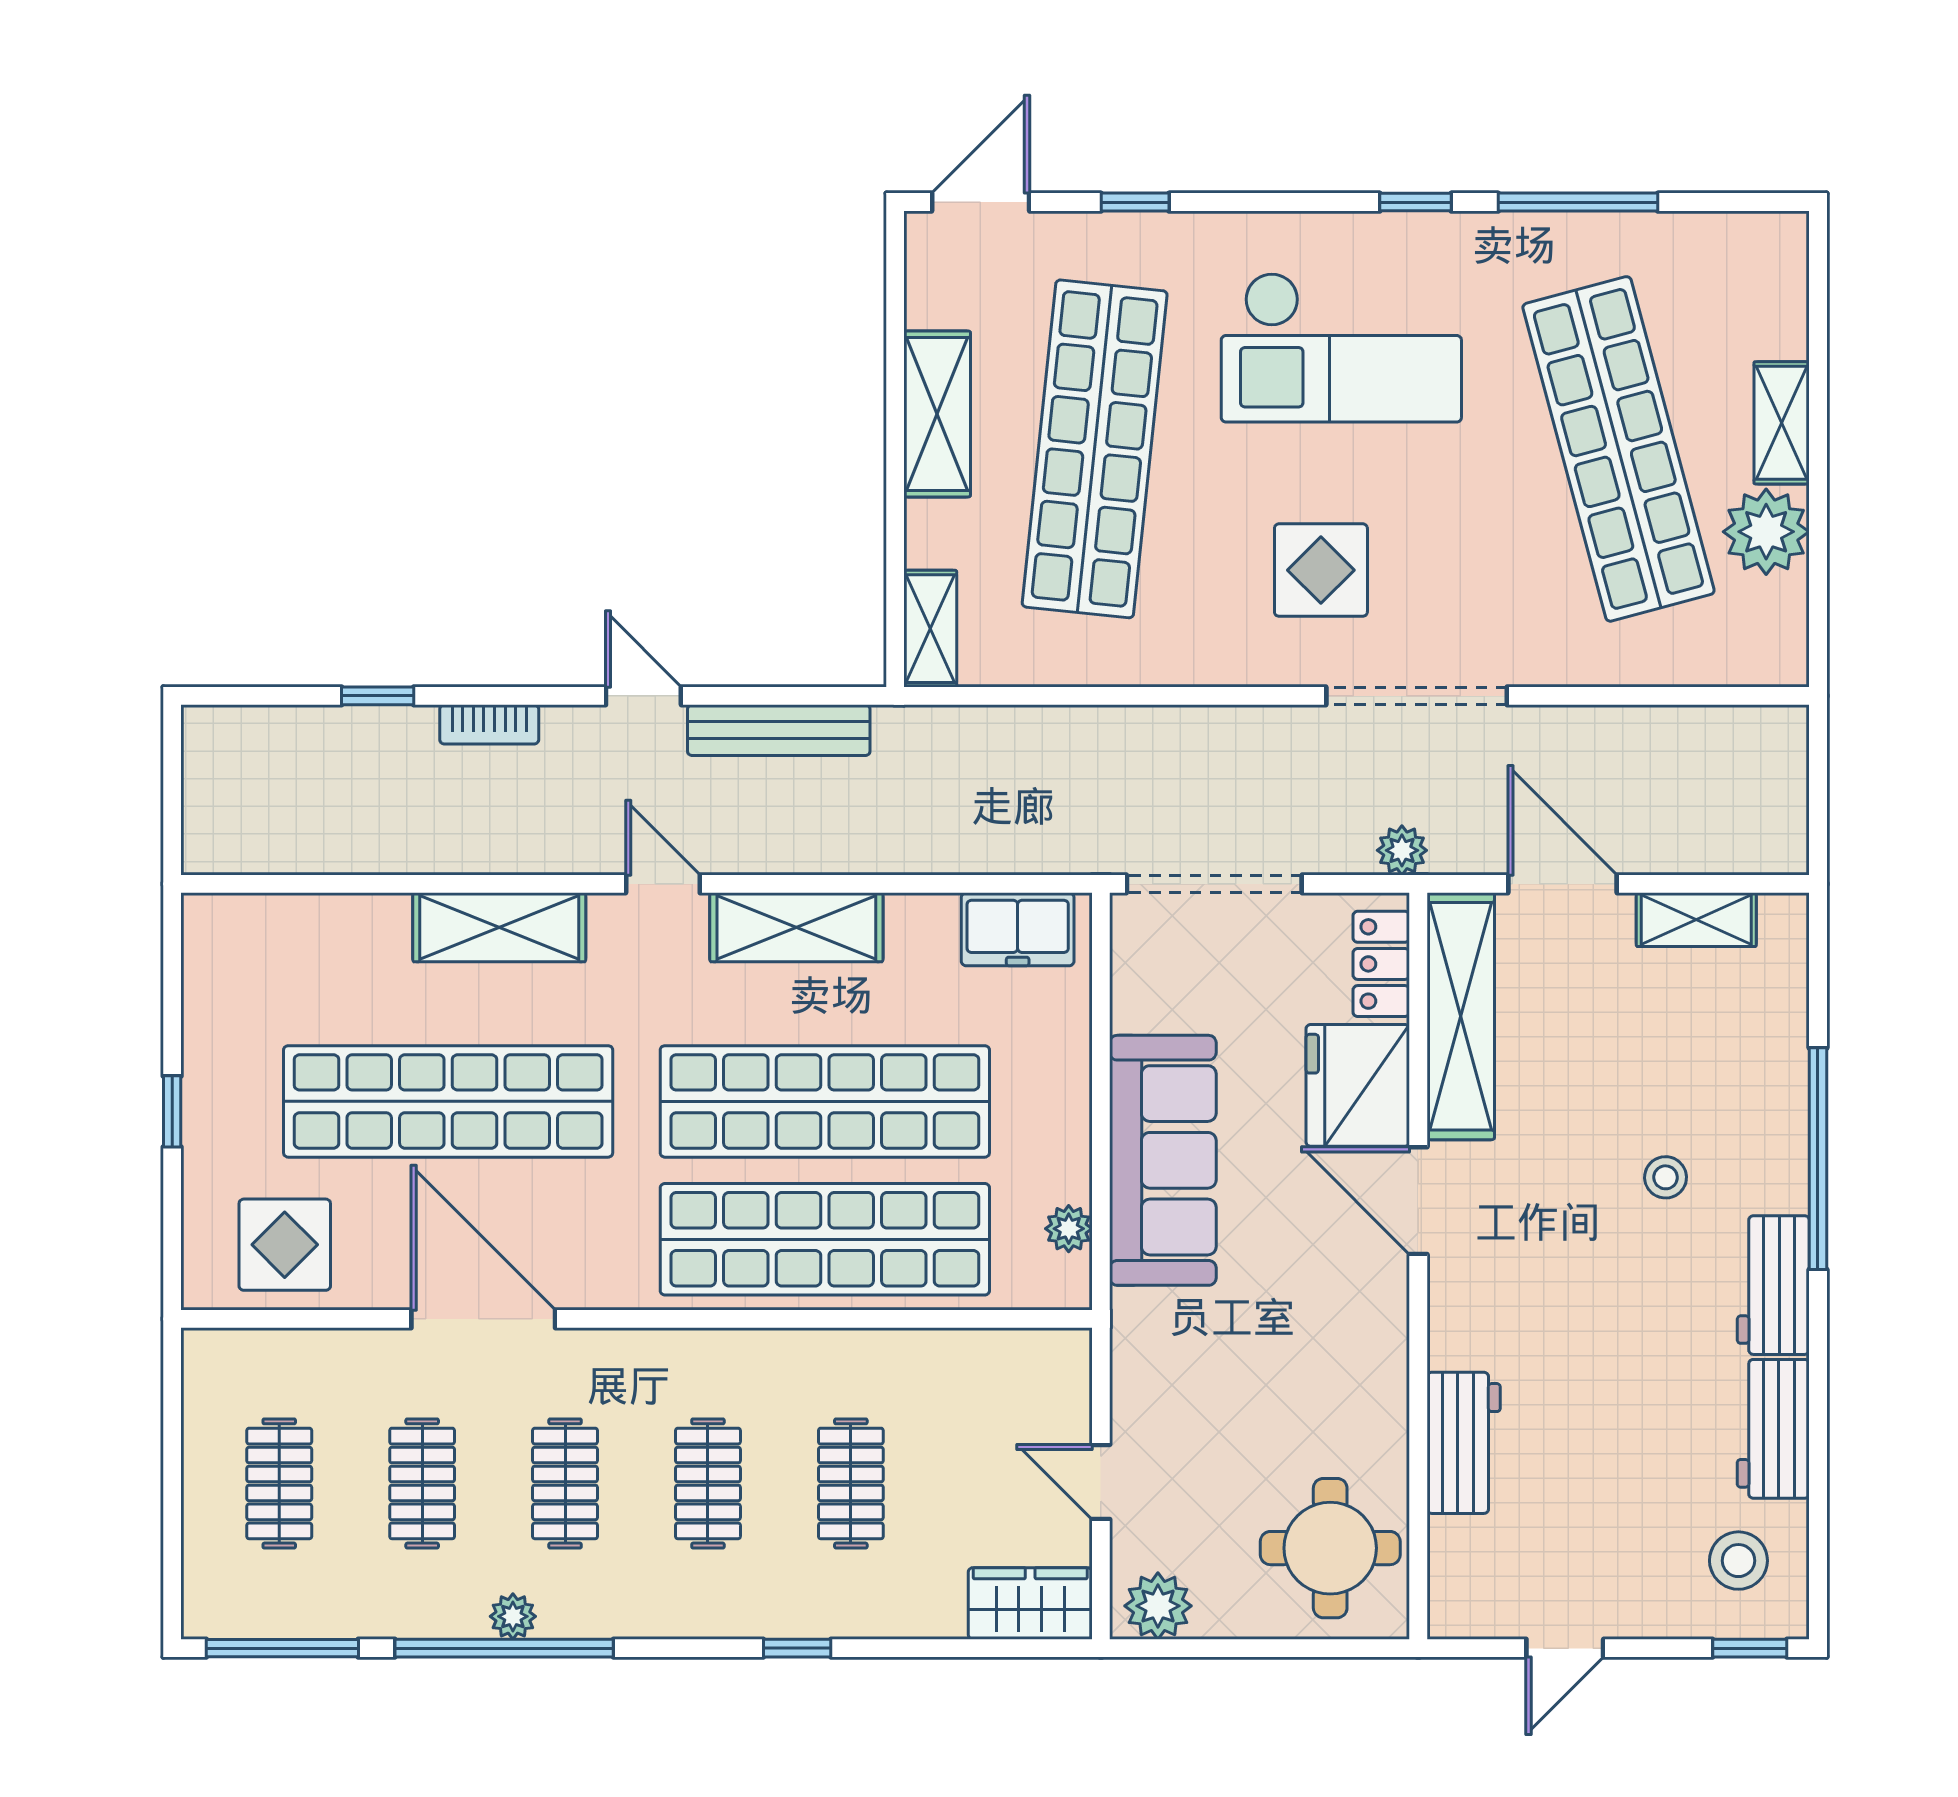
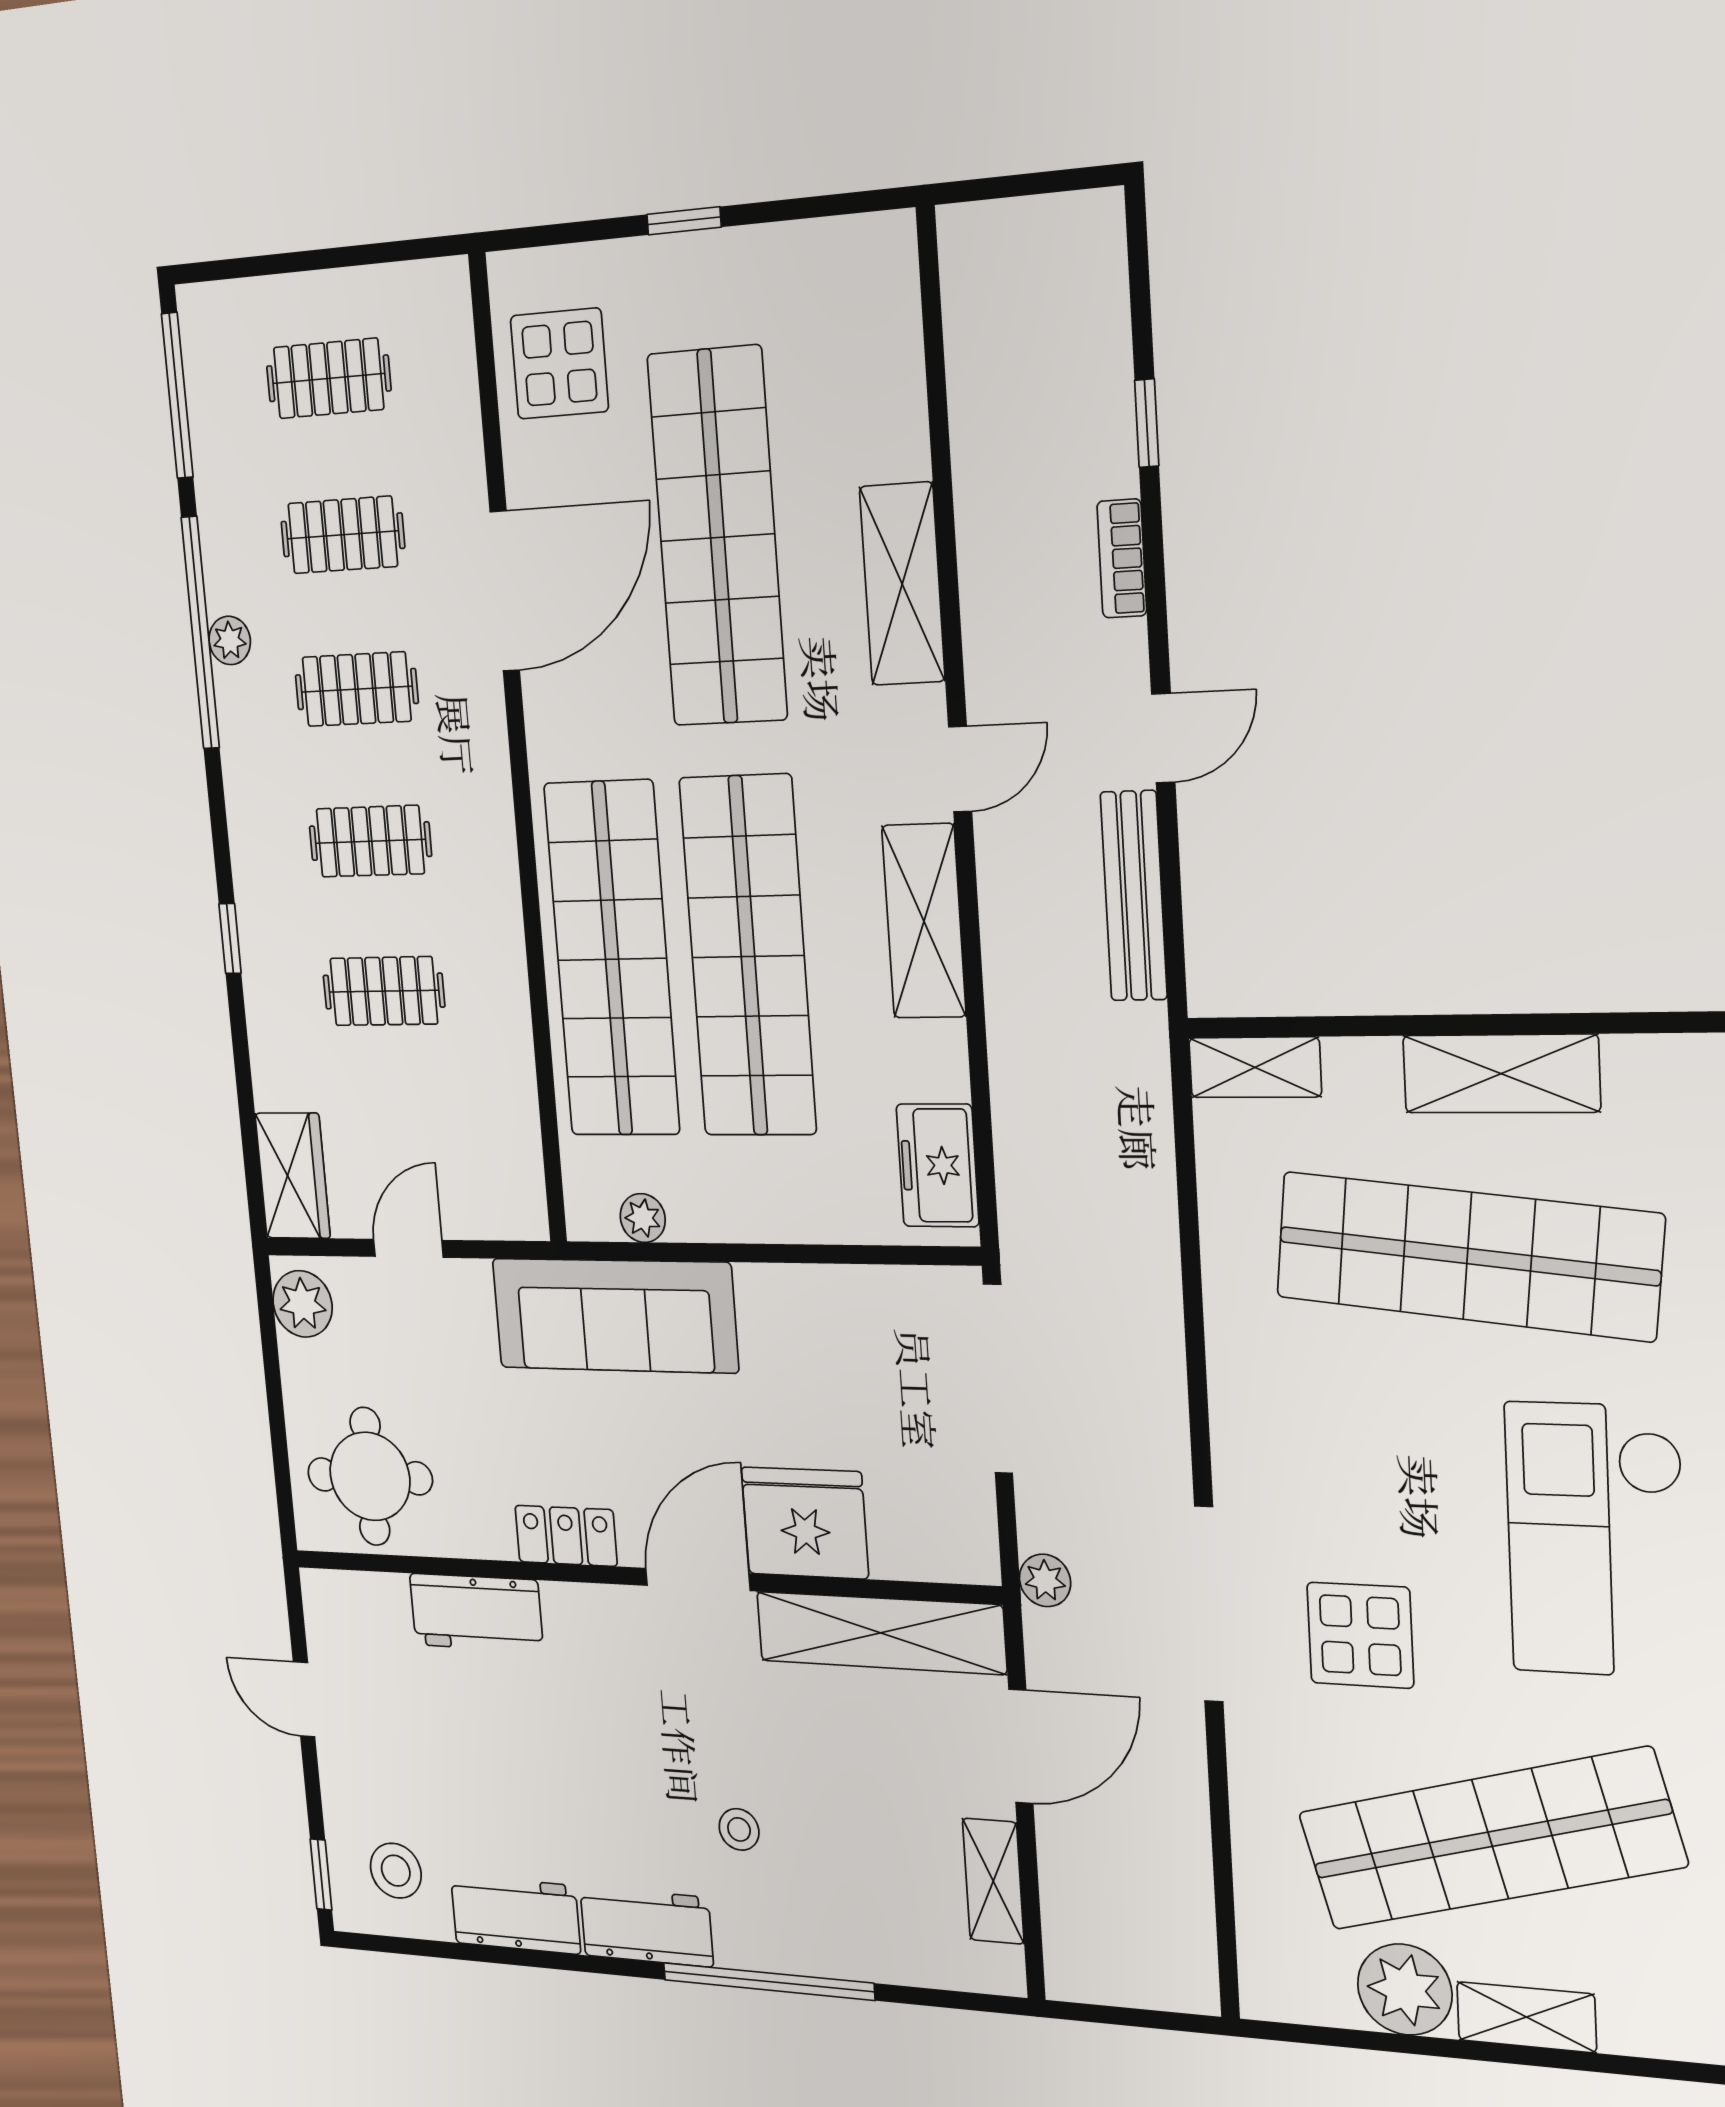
display table: (1321, 570) -> (1360, 1635), moved
locker: (1381, 964) -> (566, 1536), moved
sofa: (1163, 1160) -> (614, 1315), moved

